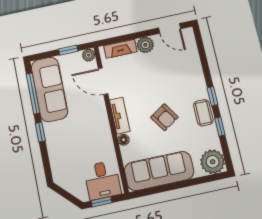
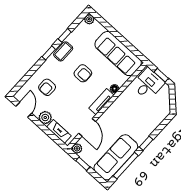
armchair: (176, 69) -> (47, 87), added
armchair: (164, 117) -> (83, 73), turned 123
plant: (213, 162) -> (89, 19), width x0.53, depth x0.53

